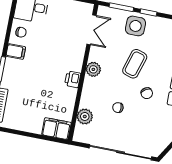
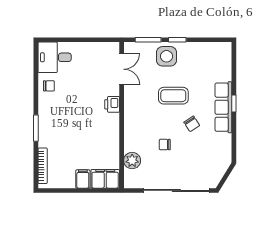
filing cabinet: (16, 52) -> (83, 179), moved, turned -90
coffee table: (135, 64) -> (173, 96), turned 73
plant: (93, 69) -> (132, 110), removed
printer: (73, 79) -> (112, 104), moved

